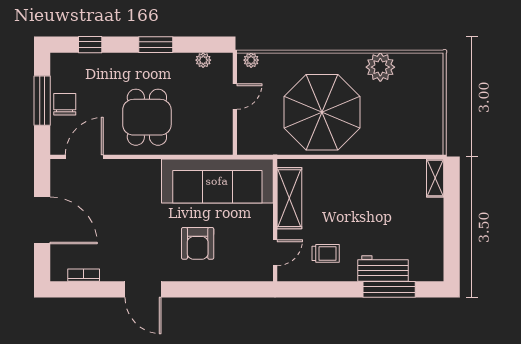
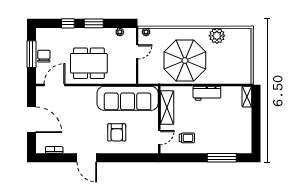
window: (90, 45) -> (68, 23), moved
dining table: (147, 117) -> (89, 63), width x1.38
workbench: (383, 268) -> (207, 93), moved, turned 180

